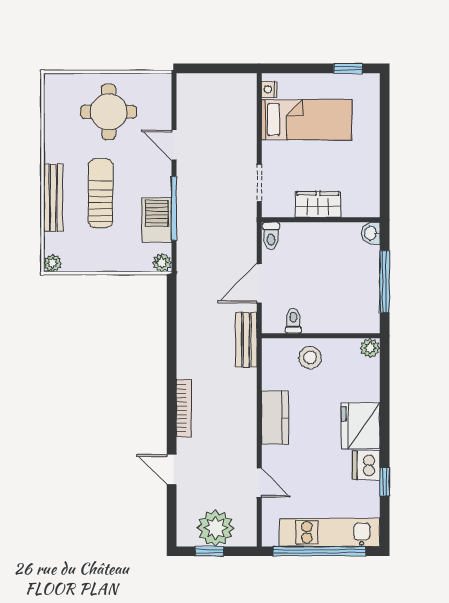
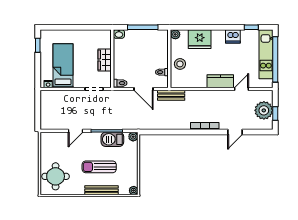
round table: (109, 112) -> (56, 176), moved
kitchen counter: (275, 418) -> (220, 81), moved
fridge: (360, 426) -> (200, 39), moved
window: (385, 482) -> (251, 27), moved

